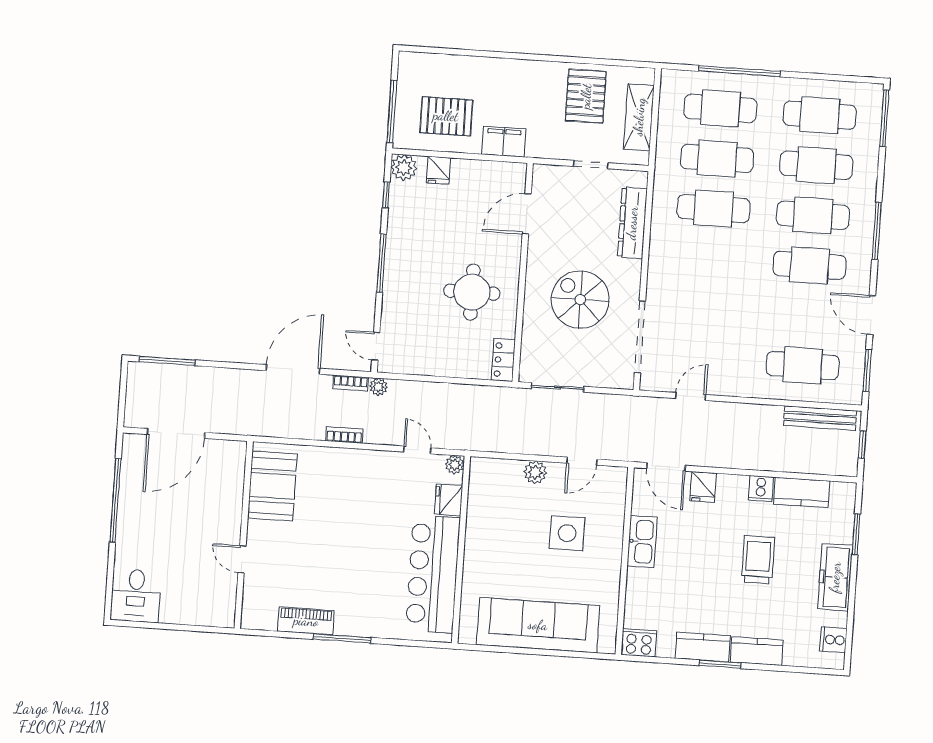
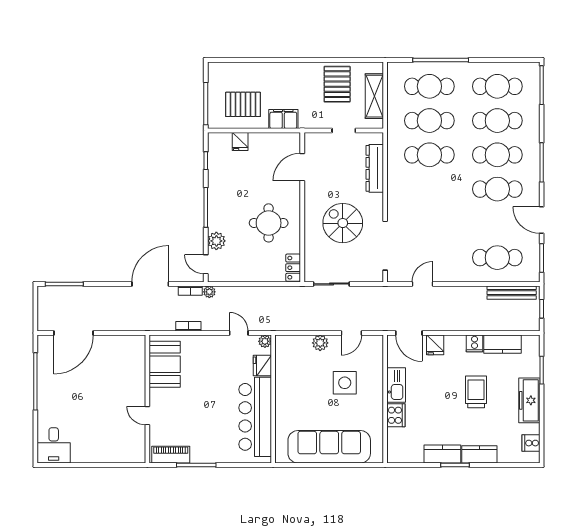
plant: (404, 168) -> (216, 241), moved
booth: (272, 486) -> (165, 364), moved
wall: (244, 535) -> (147, 399), moved
door: (242, 559) -> (147, 416), moved
cooker: (639, 643) -> (396, 415), moved, turned 90

